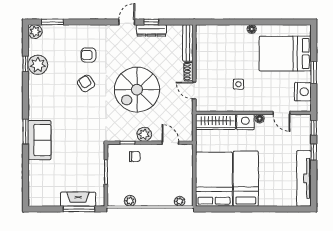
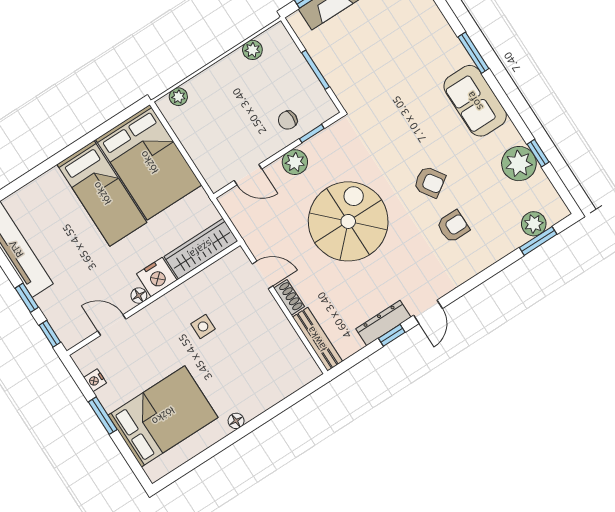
plant: (35, 31) -> (534, 224), moved
nightstand: (303, 92) -> (95, 380), width x0.53, depth x0.56
sofa: (39, 140) -> (475, 101), moved

